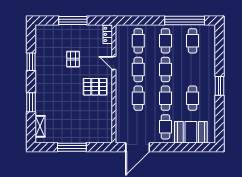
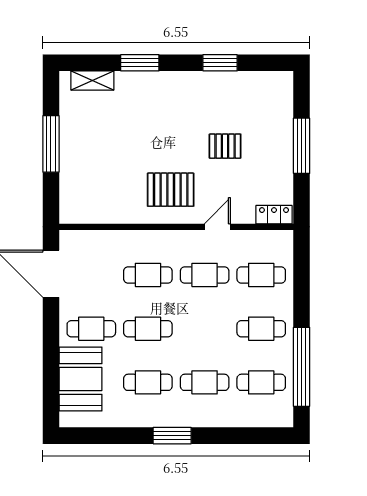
cafe table: (165, 69) -> (205, 382), moved
pallet: (95, 87) -> (171, 190), turned 90

